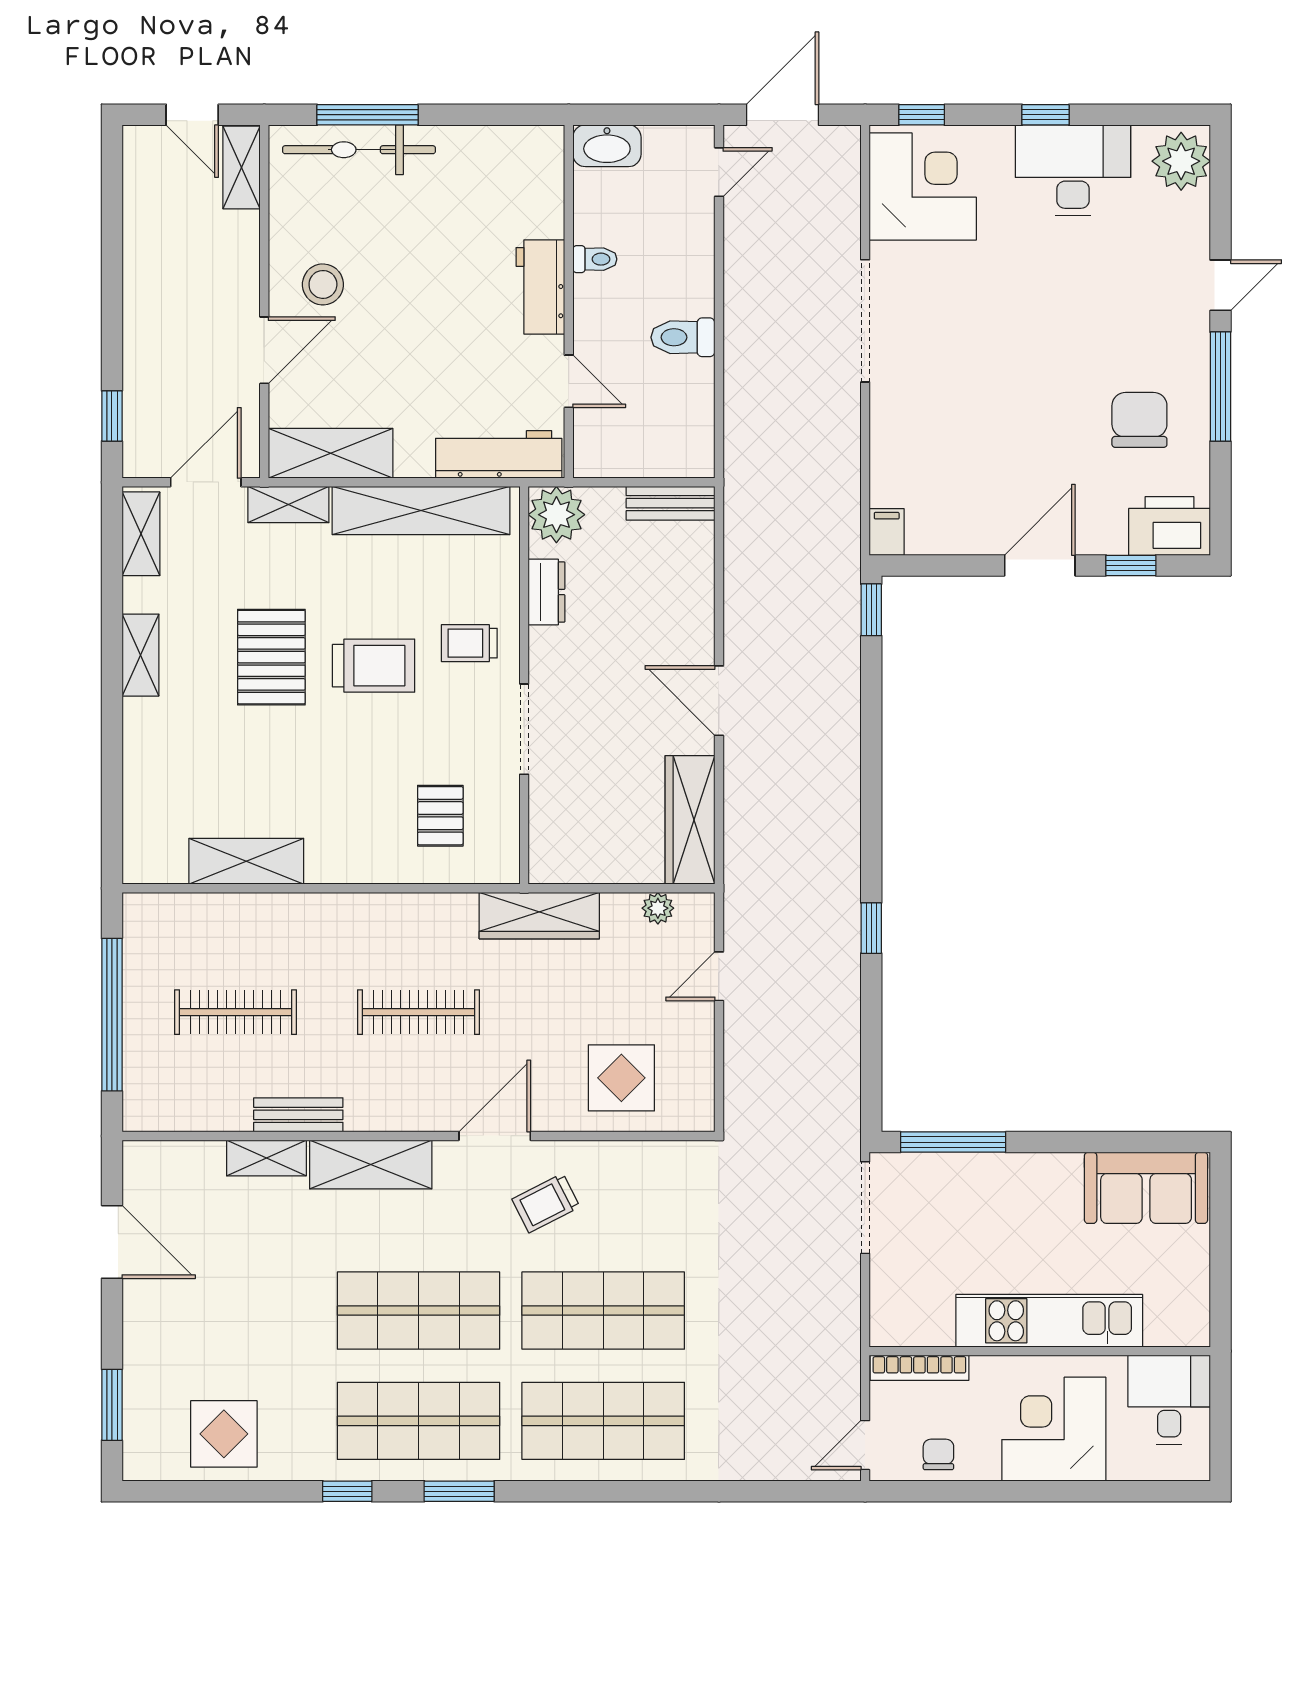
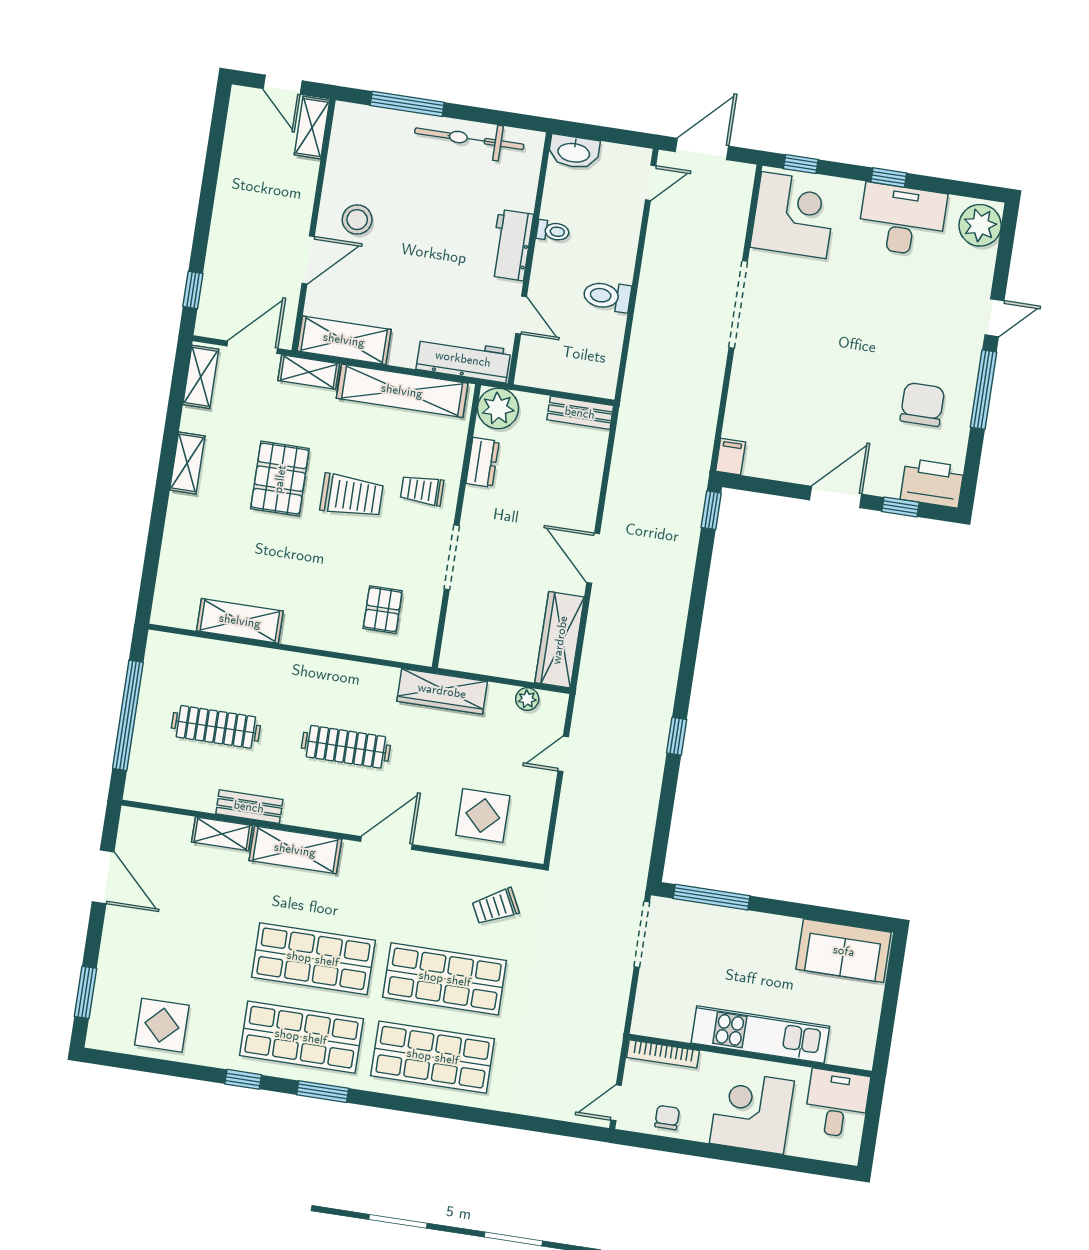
bicycle: (359, 150) -> (469, 139), moved
trolley: (546, 1203) -> (495, 907), moved

